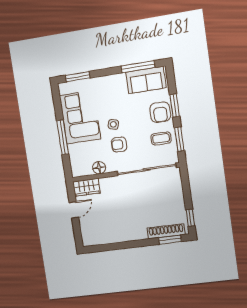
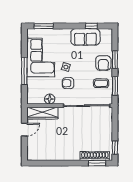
window: (138, 67) -> (91, 26), width x0.46
sofa: (146, 80) -> (85, 37), moved
wardrobe: (86, 187) -> (42, 113), width x1.50

